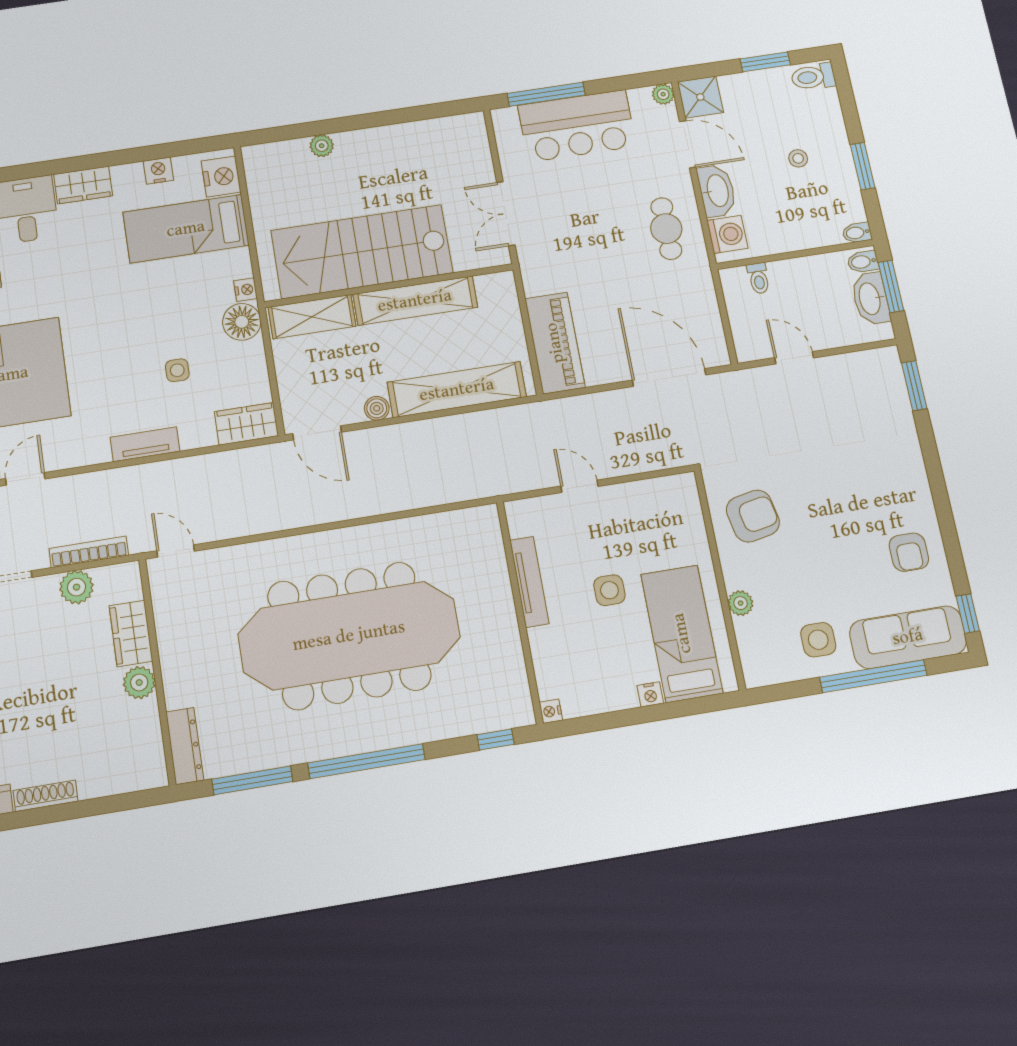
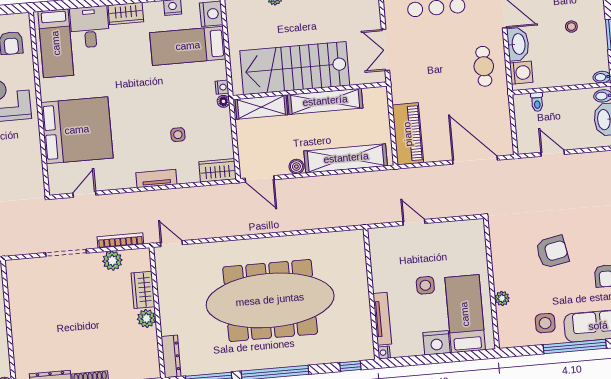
floor lamp: (242, 322) -> (223, 101), width x0.53, depth x0.53
armchair: (753, 516) -> (552, 252), moved
tv unit: (529, 582) -> (382, 319), moved
nightstand: (650, 694) -> (437, 343), width x1.89, depth x1.79

